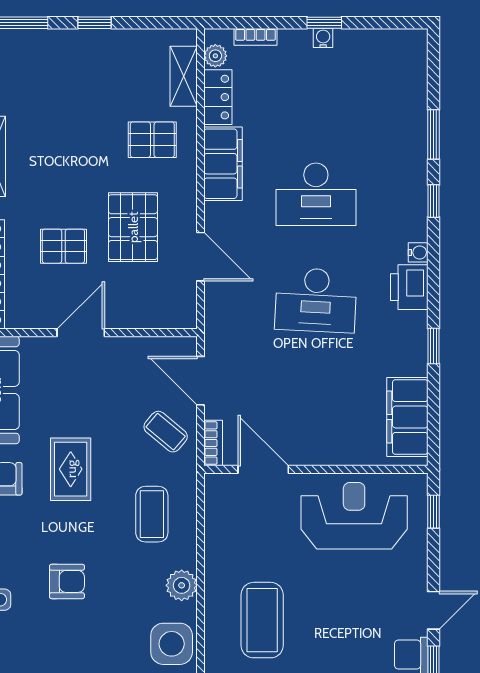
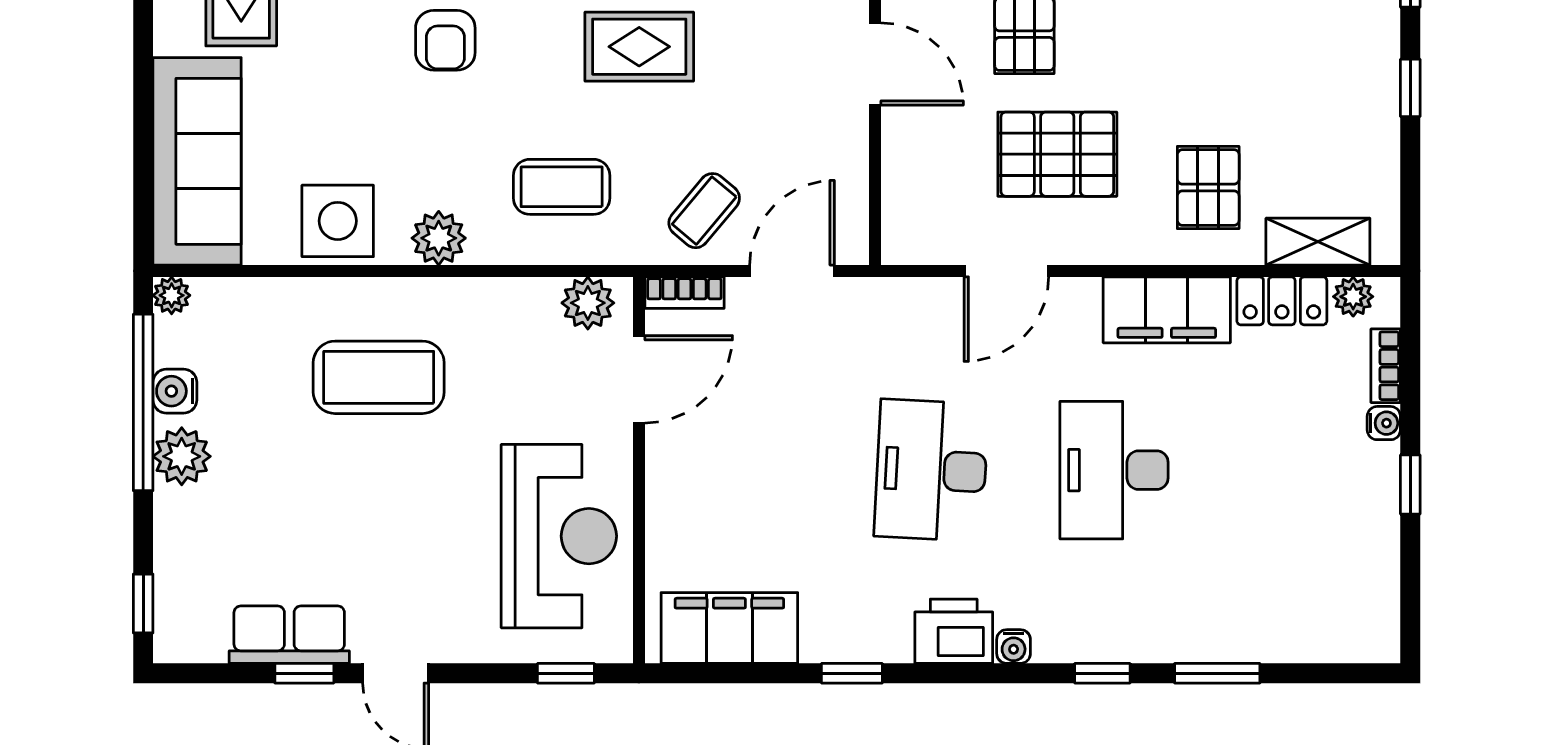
water cooler: (323, 38) -> (1384, 423), moved
plant: (219, 499) -> (588, 303), added

